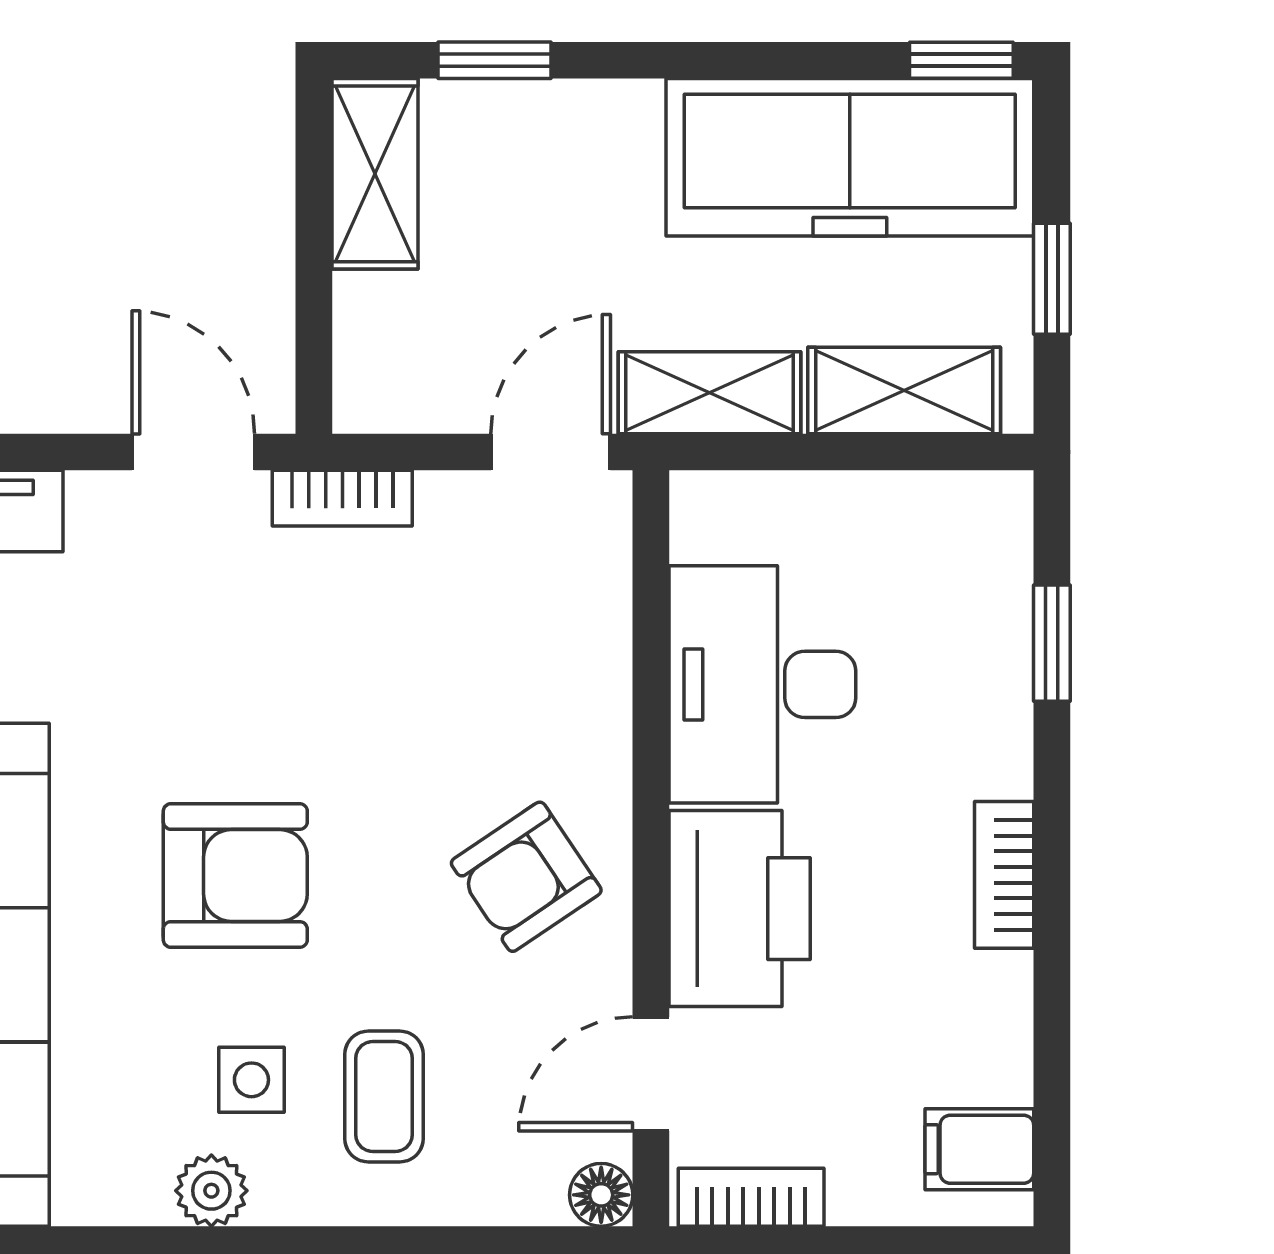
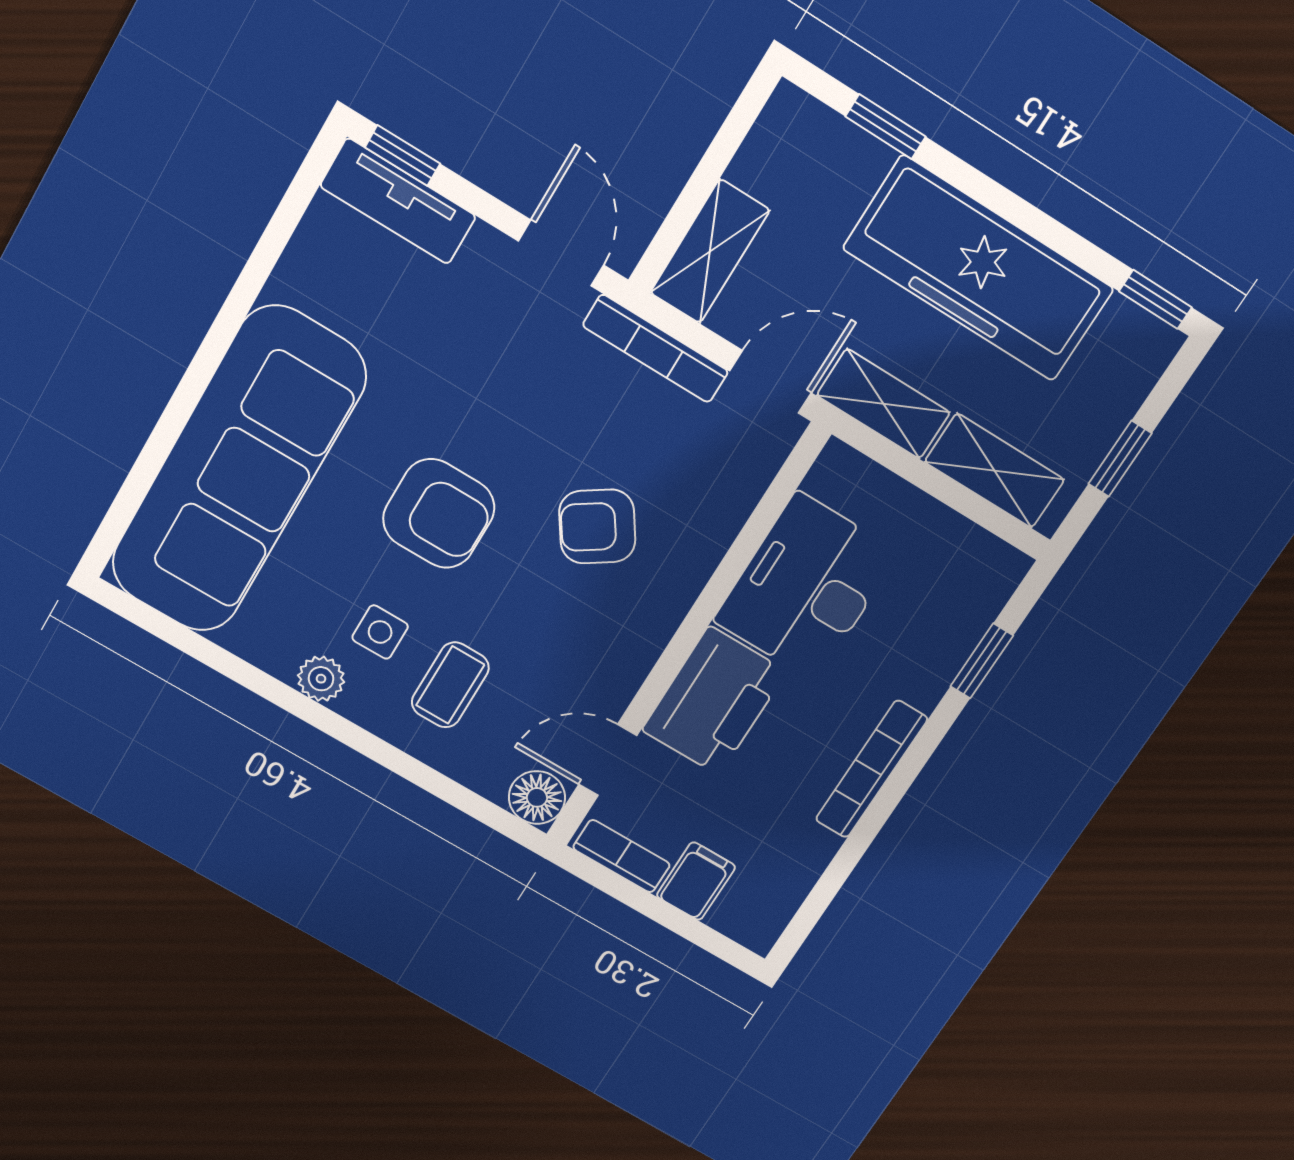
freezer: (850, 157) -> (978, 269), moved
shelving: (375, 174) -> (710, 251), moved
bookcase: (342, 498) -> (655, 349), width x1.56
bookcase: (1004, 875) -> (871, 769), width x1.56
armchair: (526, 877) -> (597, 526), moved
filing cabinet: (979, 1149) -> (696, 881), moved, turned 90
floor lamp: (601, 1195) -> (537, 797), width x1.37, depth x1.37

